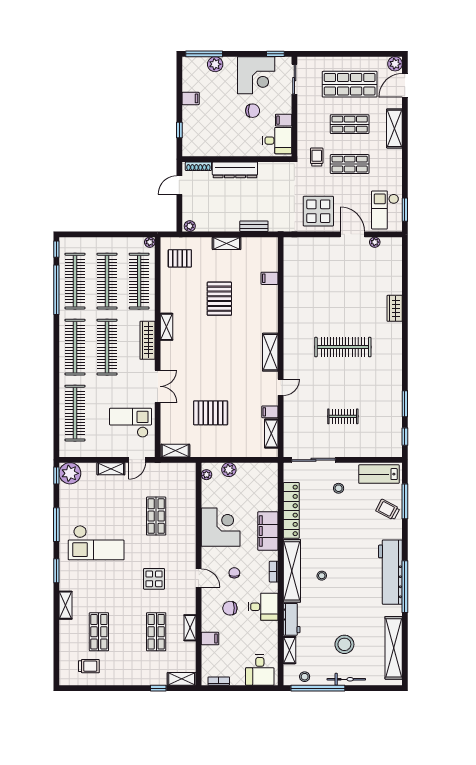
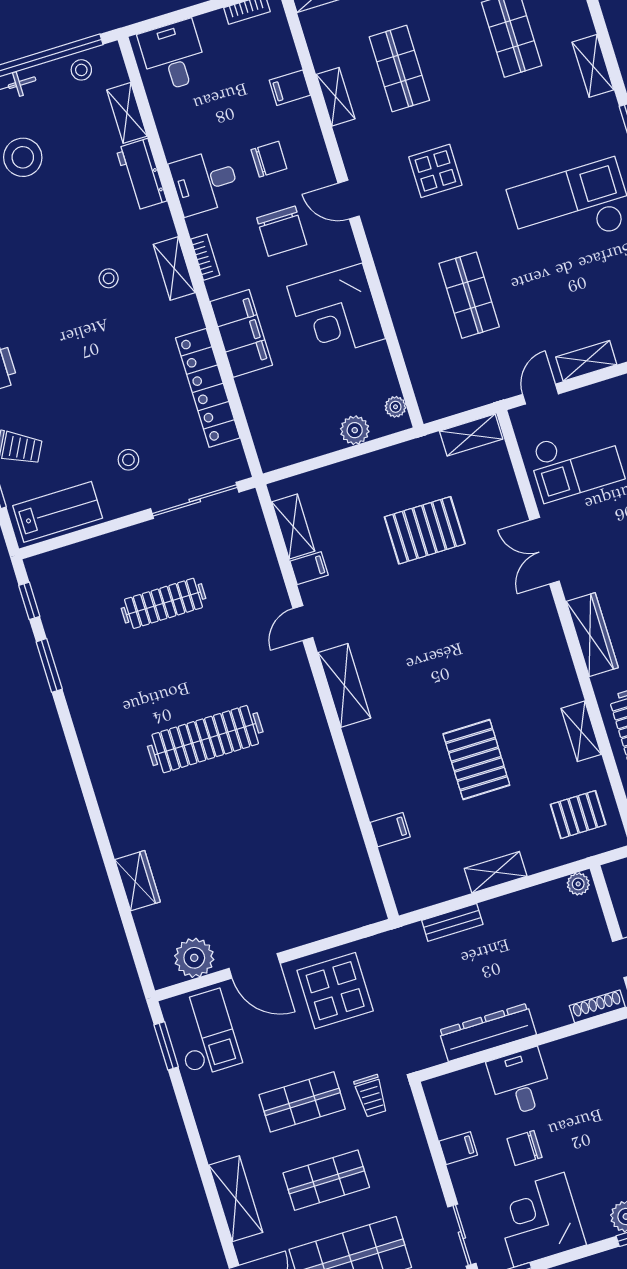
desk: (277, 141) -> (520, 1082), moved, turned 90
dresser: (235, 170) -> (488, 1032), moved
plant: (375, 242) -> (194, 958), width x1.88, depth x1.88
wardrobe: (395, 308) -> (138, 881), moved
shelving: (166, 327) -> (581, 731), moved
clothes rail: (343, 416) -> (163, 603), width x1.36
shelving: (292, 571) -> (174, 268), width x0.45, depth x0.75
chair: (234, 573) -> (282, 231), width x1.87, depth x1.87

